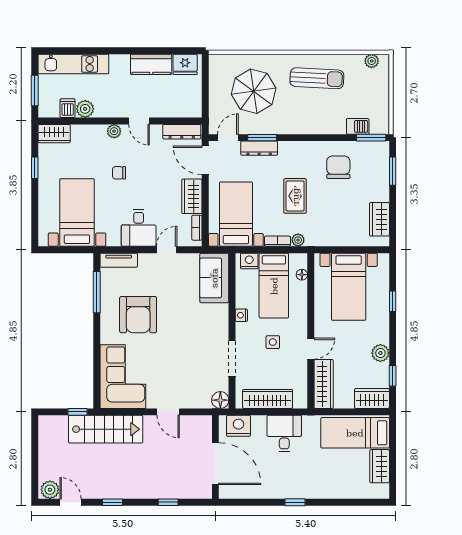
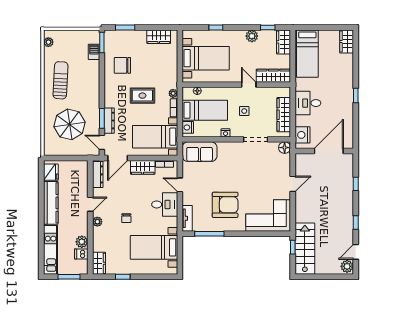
kitchen counter: (151, 64) -> (51, 203), width x1.50
stairs: (106, 429) -> (305, 249), moved
wardrobe: (380, 466) -> (347, 42), moved, turned 90

